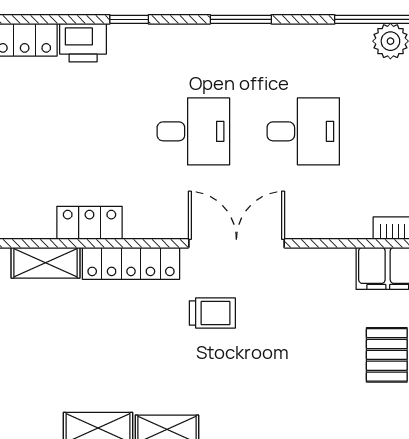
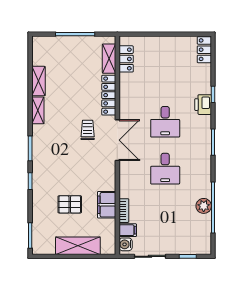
printer: (83, 43) -> (203, 105), moved
locker: (89, 223) -> (126, 59), moved
trolley: (212, 313) -> (88, 130), turned 180

